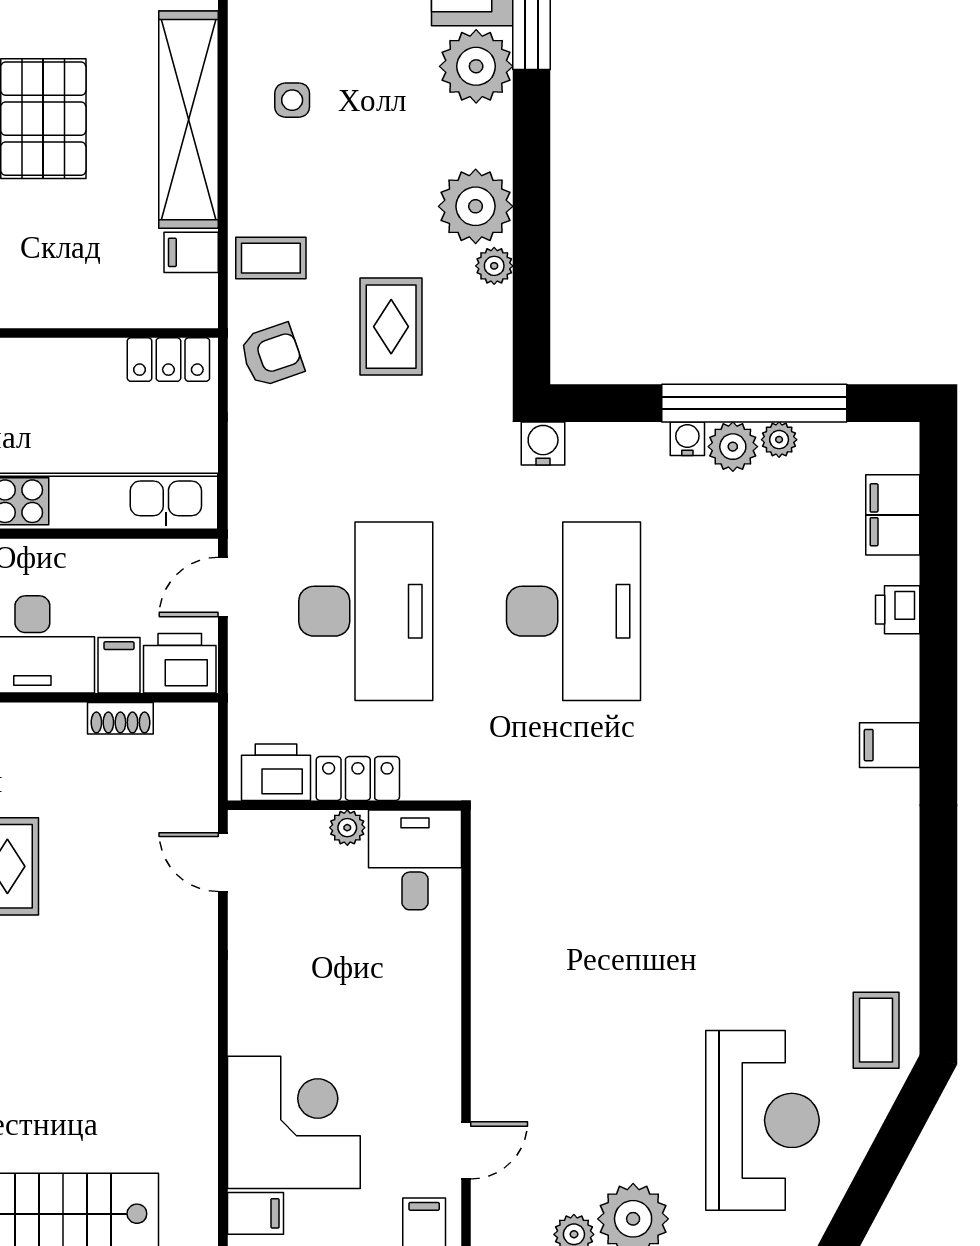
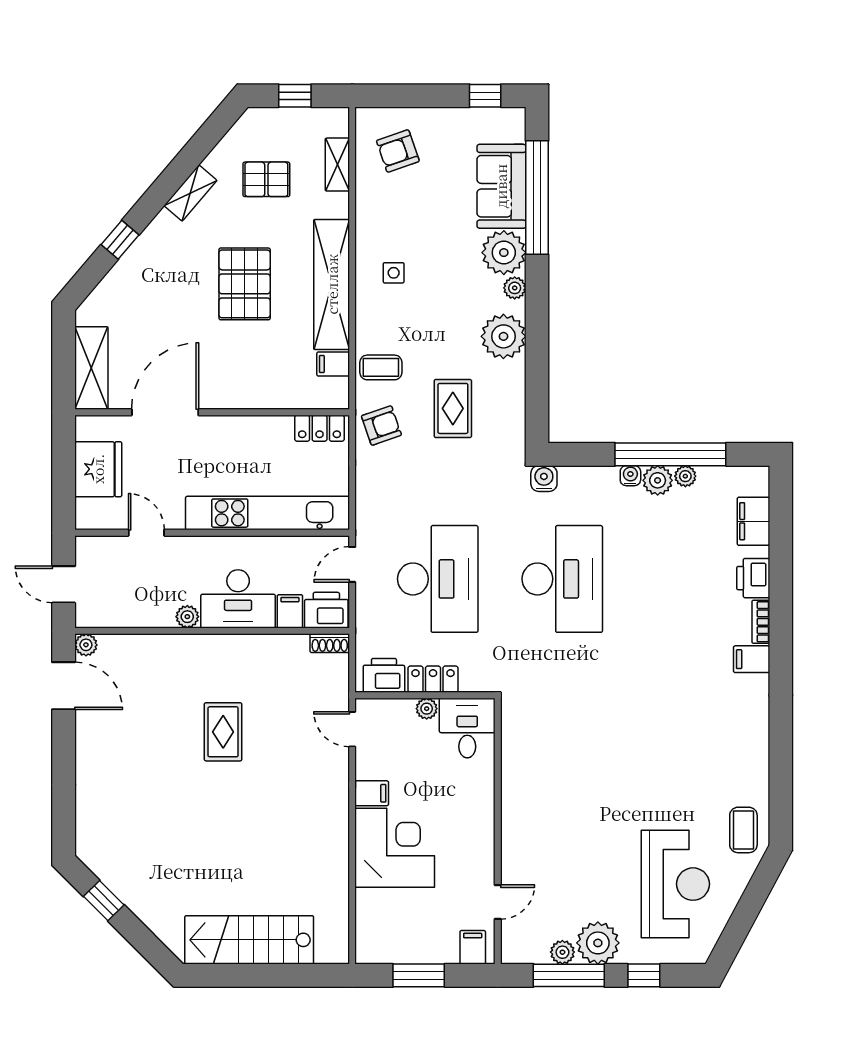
plant: (494, 266) -> (515, 288), moved
printer: (898, 610) -> (753, 578), width x1.36, depth x1.24
bookcase: (905, 683) -> (761, 622), added
shoe rack: (120, 718) -> (330, 643), moved
corner desk: (294, 1122) -> (395, 848), moved
filing cabinet: (255, 1213) -> (372, 793), moved

